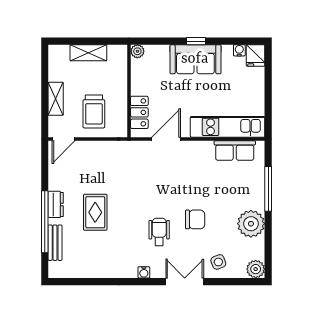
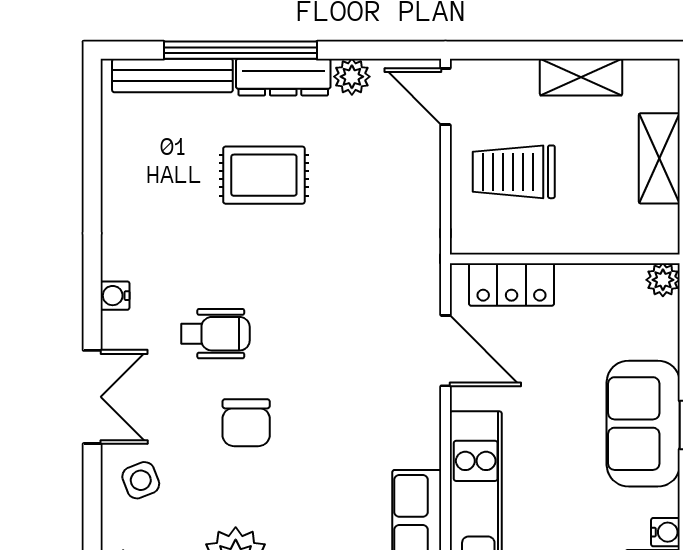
shelving: (56, 99) -> (581, 77), moved
plant: (56, 177) -> (352, 77), added
dresser: (56, 204) -> (283, 77), width x1.44
bench: (55, 243) -> (172, 76), width x1.36

